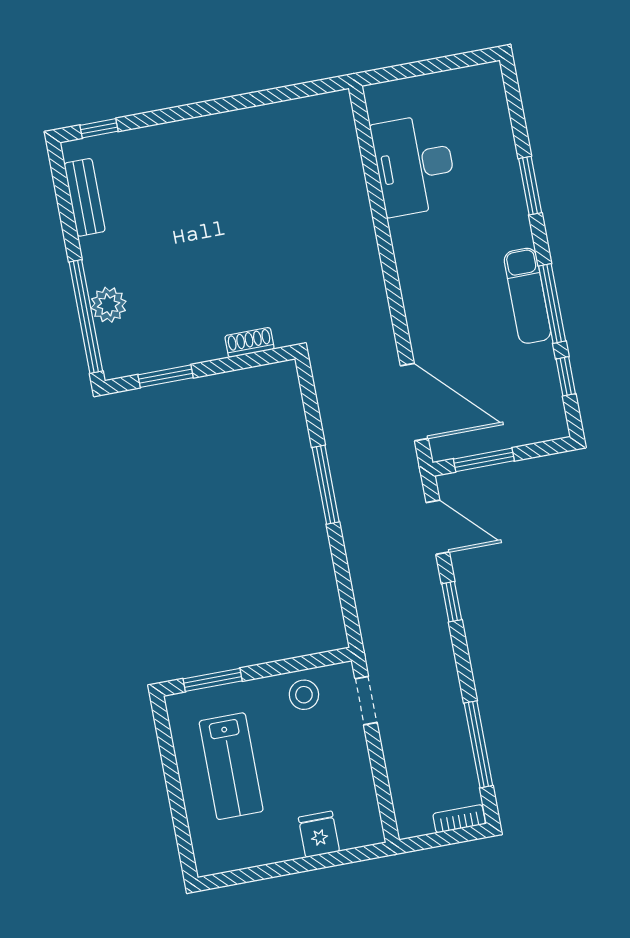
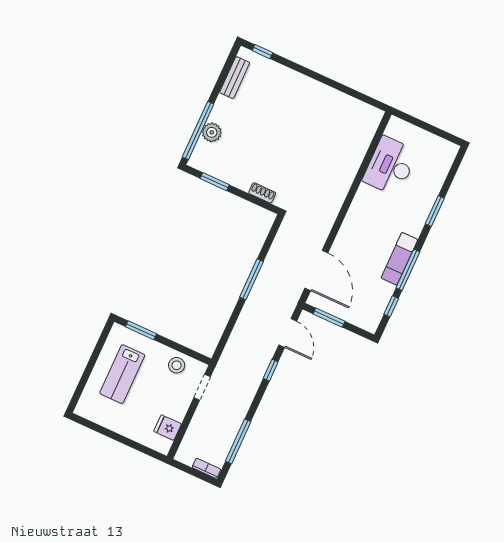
fridge: (319, 834) -> (168, 428), moved, turned -90

